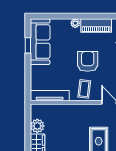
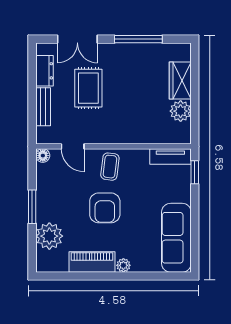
window: (28, 45) -> (195, 172), moved
tv unit: (50, 96) -> (170, 157), width x0.71

